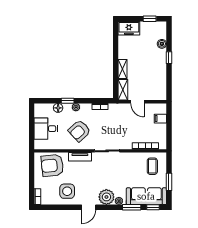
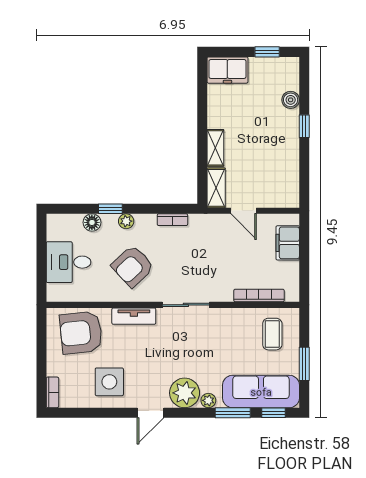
filing cabinet: (160, 119) -> (288, 243), width x2.00

